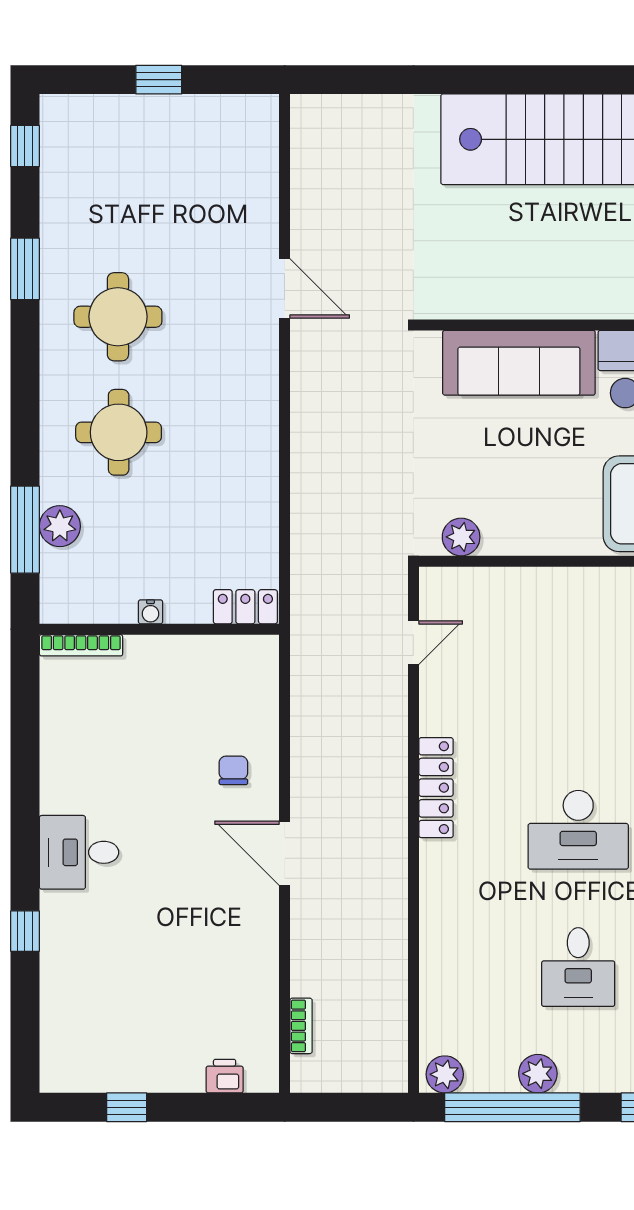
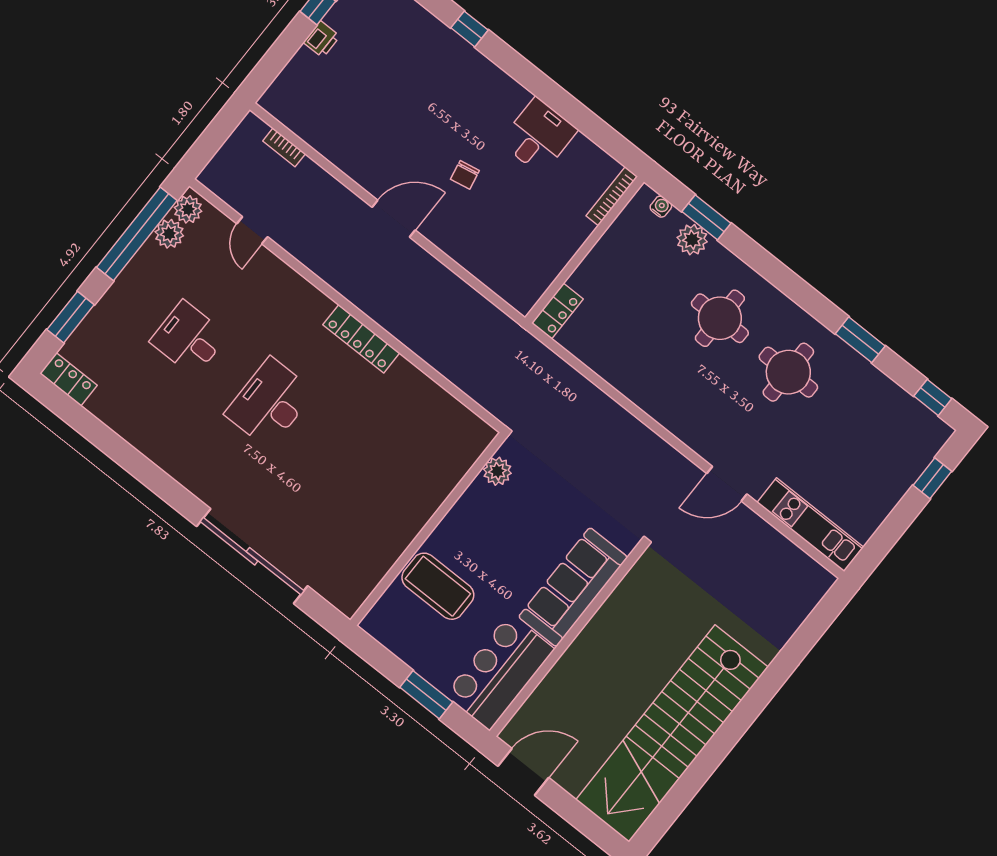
window: (159, 80) -> (932, 478), moved
kitchen unit: (258, 168) -> (810, 525), added
window: (25, 530) -> (706, 217), width x0.69
water cooler: (150, 612) -> (661, 207), moved, turned 90
door: (413, 643) -> (252, 230), moved
chair: (233, 770) -> (465, 175), moved, turned 79
desk: (79, 852) -> (539, 136), moved
plant: (538, 1074) -> (169, 234), moved
printer: (225, 1076) -> (322, 39), moved

